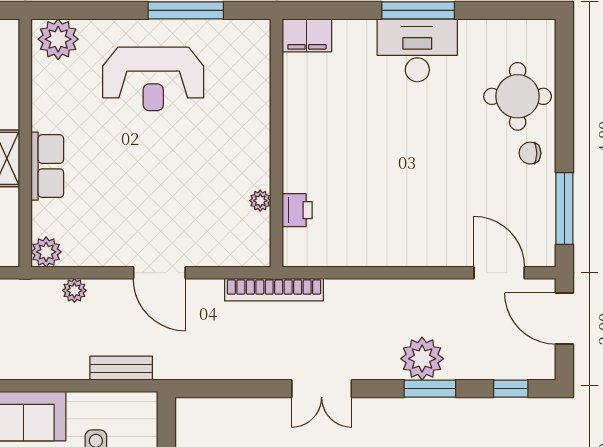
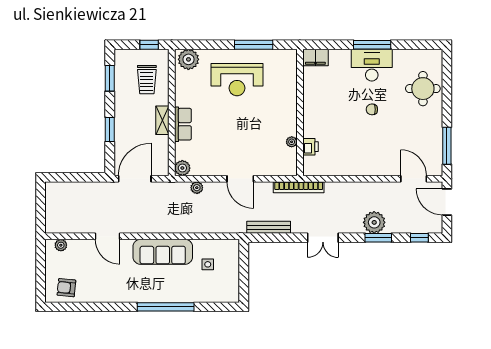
chair: (530, 153) -> (372, 109), moved
bench: (121, 368) -> (269, 227), moved, width x1.36

